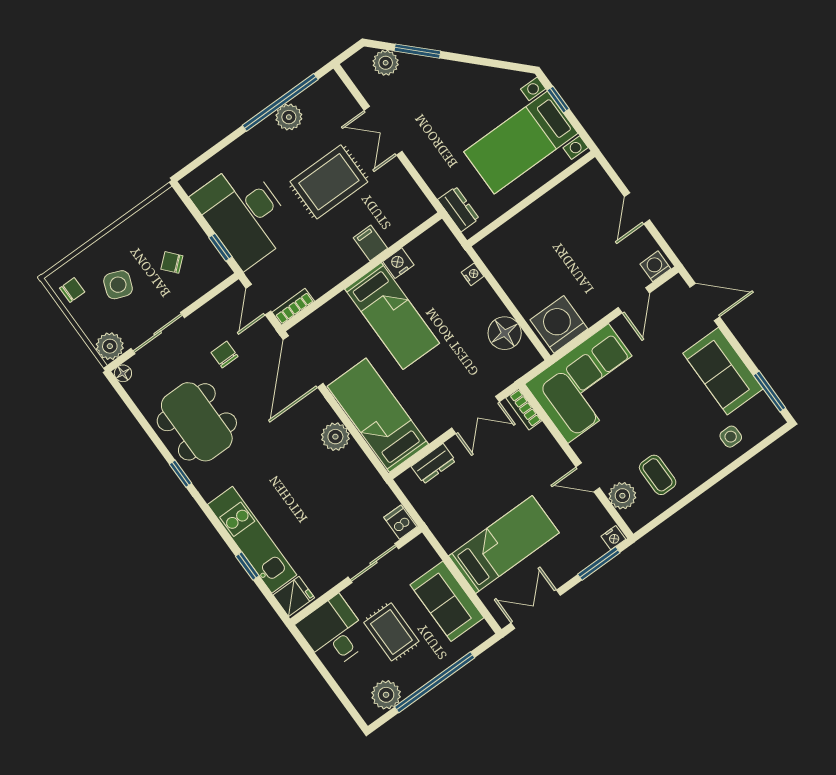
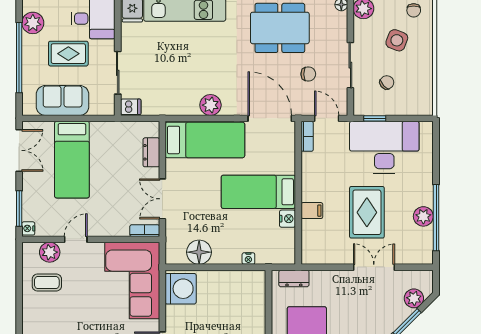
sliding door: (158, 333) -> (350, 65), moved

